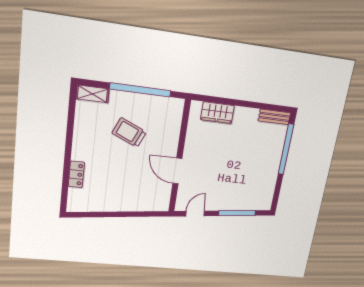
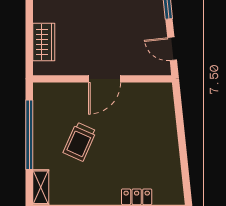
door: (177, 171) -> (105, 79), moved

